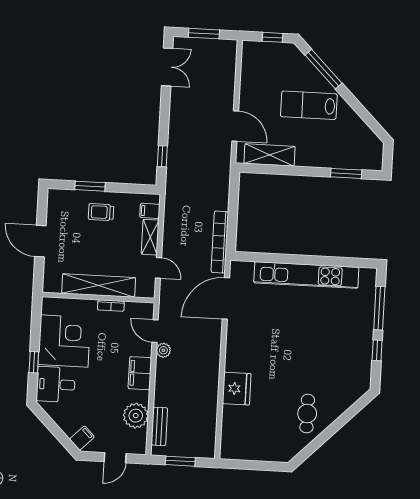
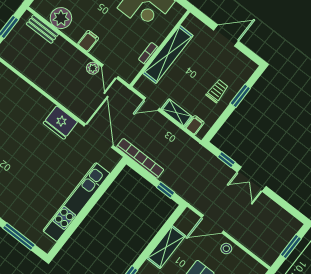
double door: (167, 67) -> (252, 179), moved
stool: (250, 96) -> (226, 249), added
shelving: (269, 155) -> (166, 247), moved
window: (234, 196) -> (165, 190), added
door: (155, 331) -> (110, 72), swing flipped
filing cabinet: (140, 373) -> (88, 41), width x0.50
fridge: (237, 389) -> (60, 123), moved

